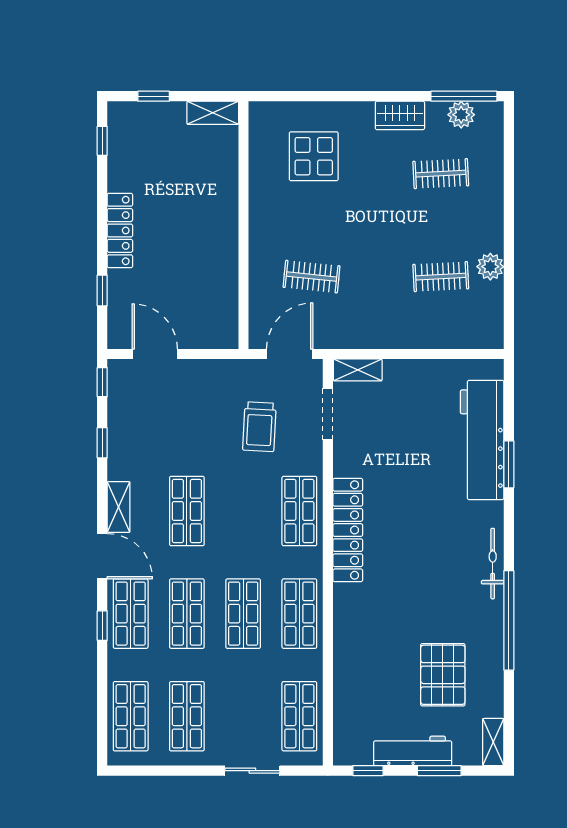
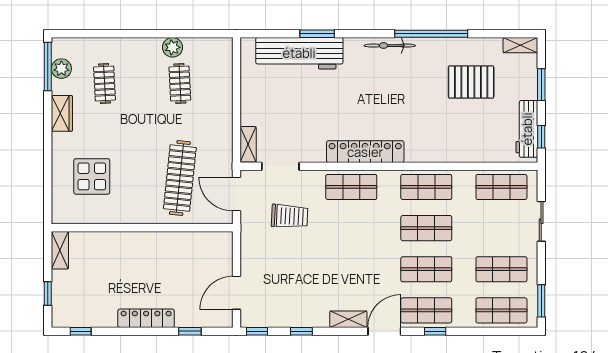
clothes rail: (312, 277) -> (180, 178), width x1.86, depth x1.31
shop shelf: (187, 511) -> (351, 269), removed
workbench: (413, 751) -> (527, 129), moved
window: (143, 771) -> (541, 301), added

